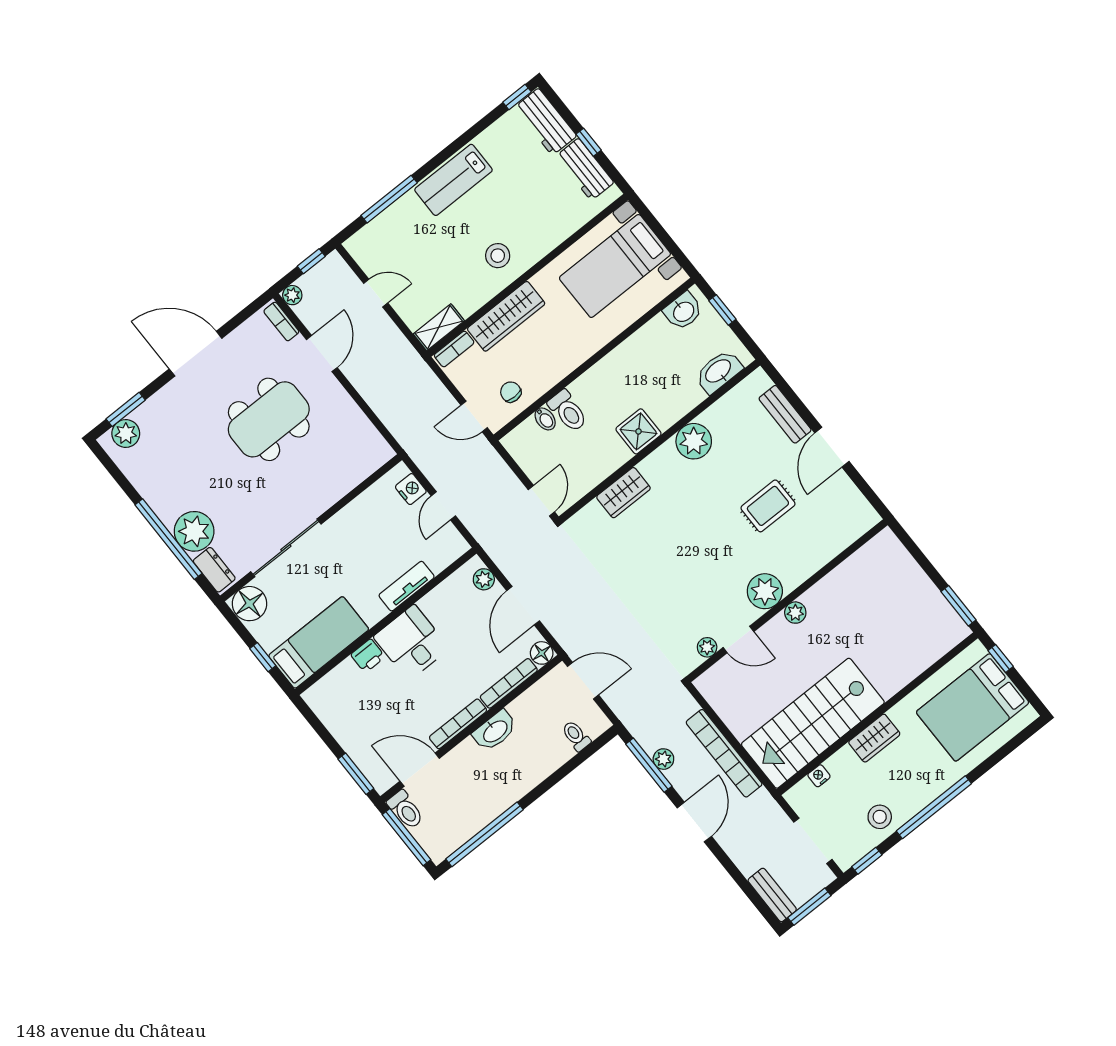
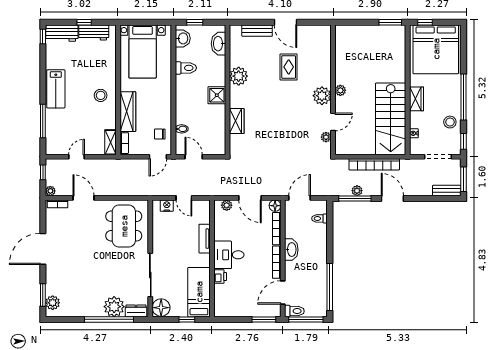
toilet: (568, 411) -> (186, 68), moved
dining table: (269, 419) -> (124, 226), moved
door: (541, 501) -> (194, 157), moved
bed: (973, 707) -> (436, 49), width x1.36

